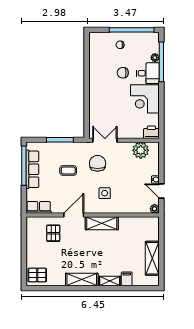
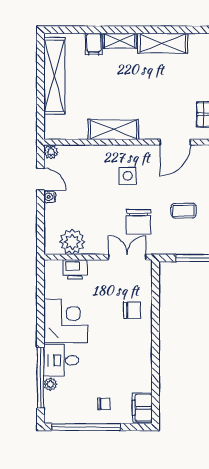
filing cabinet: (95, 42) -> (142, 408), added
chair: (123, 73) -> (132, 310), moved
printer: (151, 132) -> (75, 269), moved
double door: (105, 140) -> (127, 257), swing flipped
shelving: (102, 223) -> (113, 130), moved
shelving: (152, 258) -> (54, 76), width x1.47

